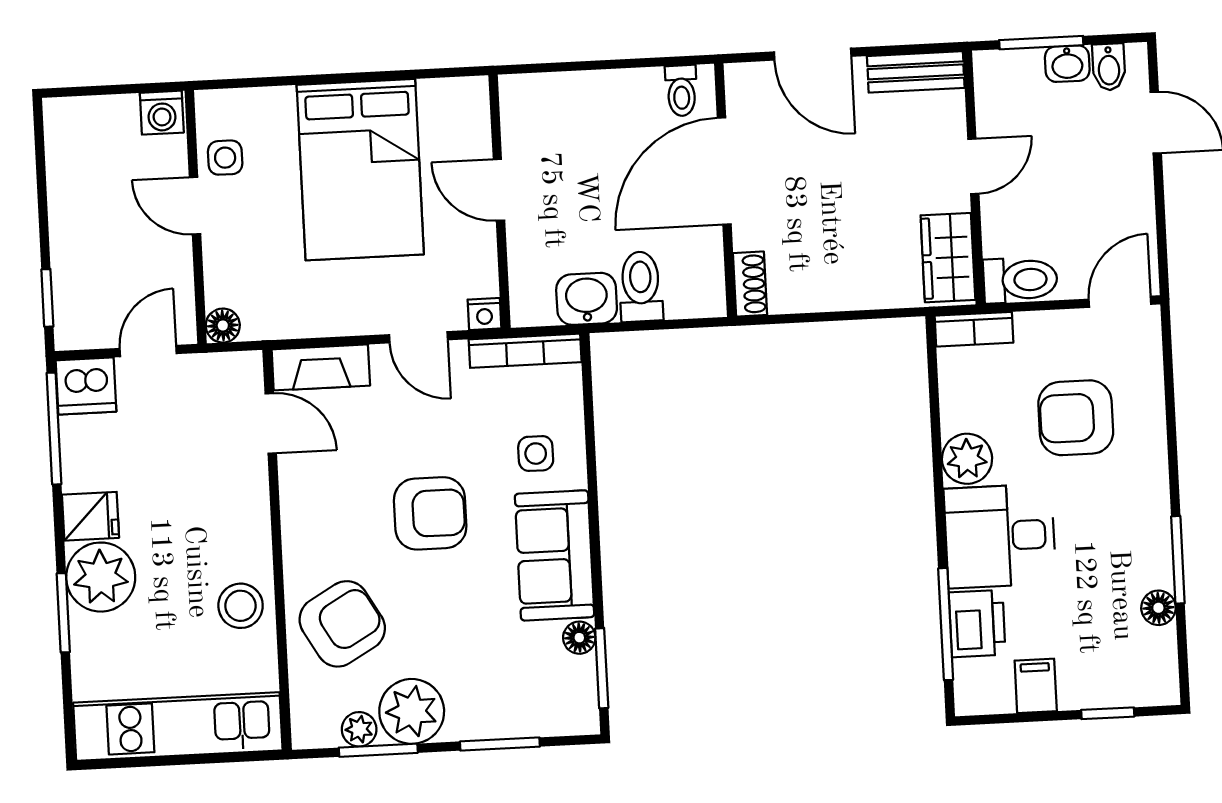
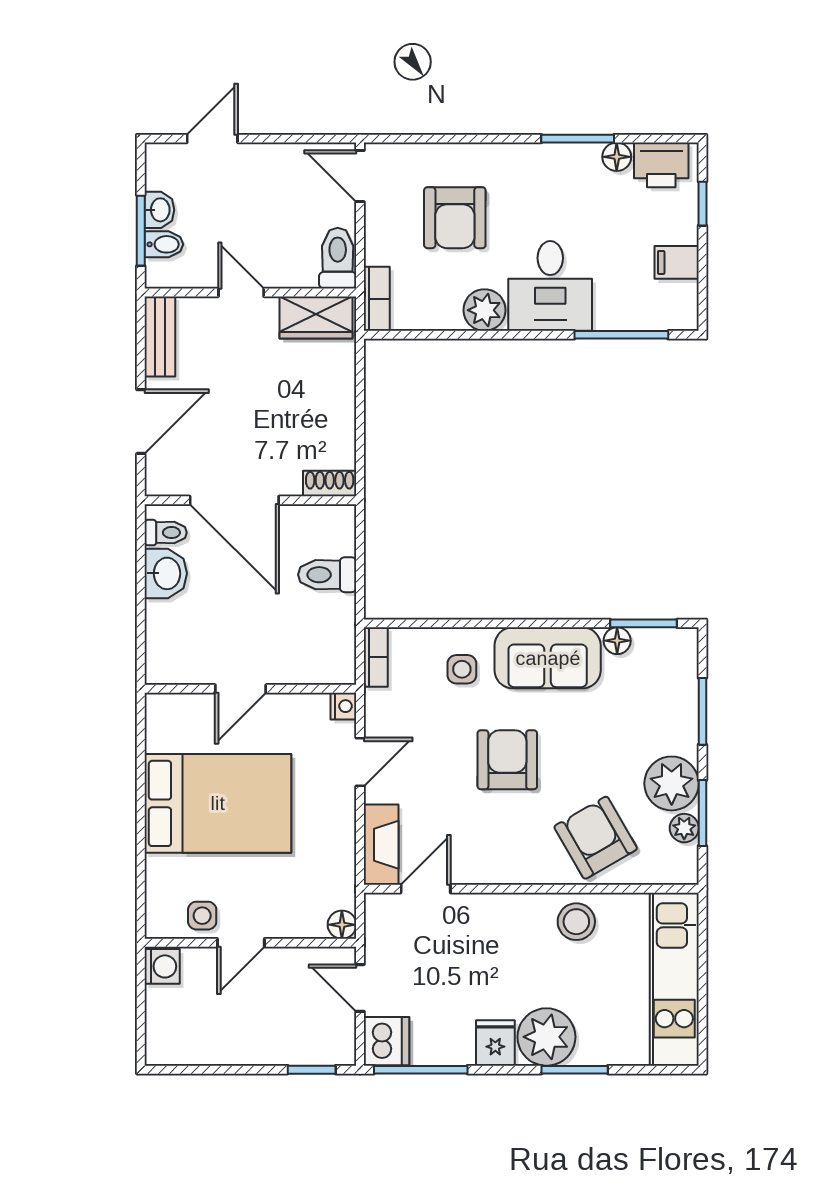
bidet: (1109, 67) -> (164, 244), moved
washbasin: (587, 299) -> (166, 573), moved, turned 180
bookcase: (525, 351) -> (376, 657), width x0.64
printer: (977, 624) -> (661, 165), moved, turned 180

